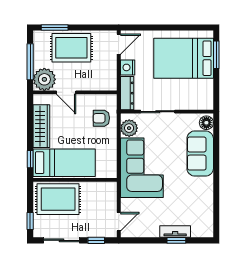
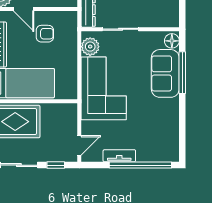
armchair: (101, 118) -> (45, 34), moved, turned 180
window: (216, 153) -> (182, 73), added
tv unit: (175, 232) -> (119, 156), moved
window: (176, 240) -> (140, 165), width x3.17

